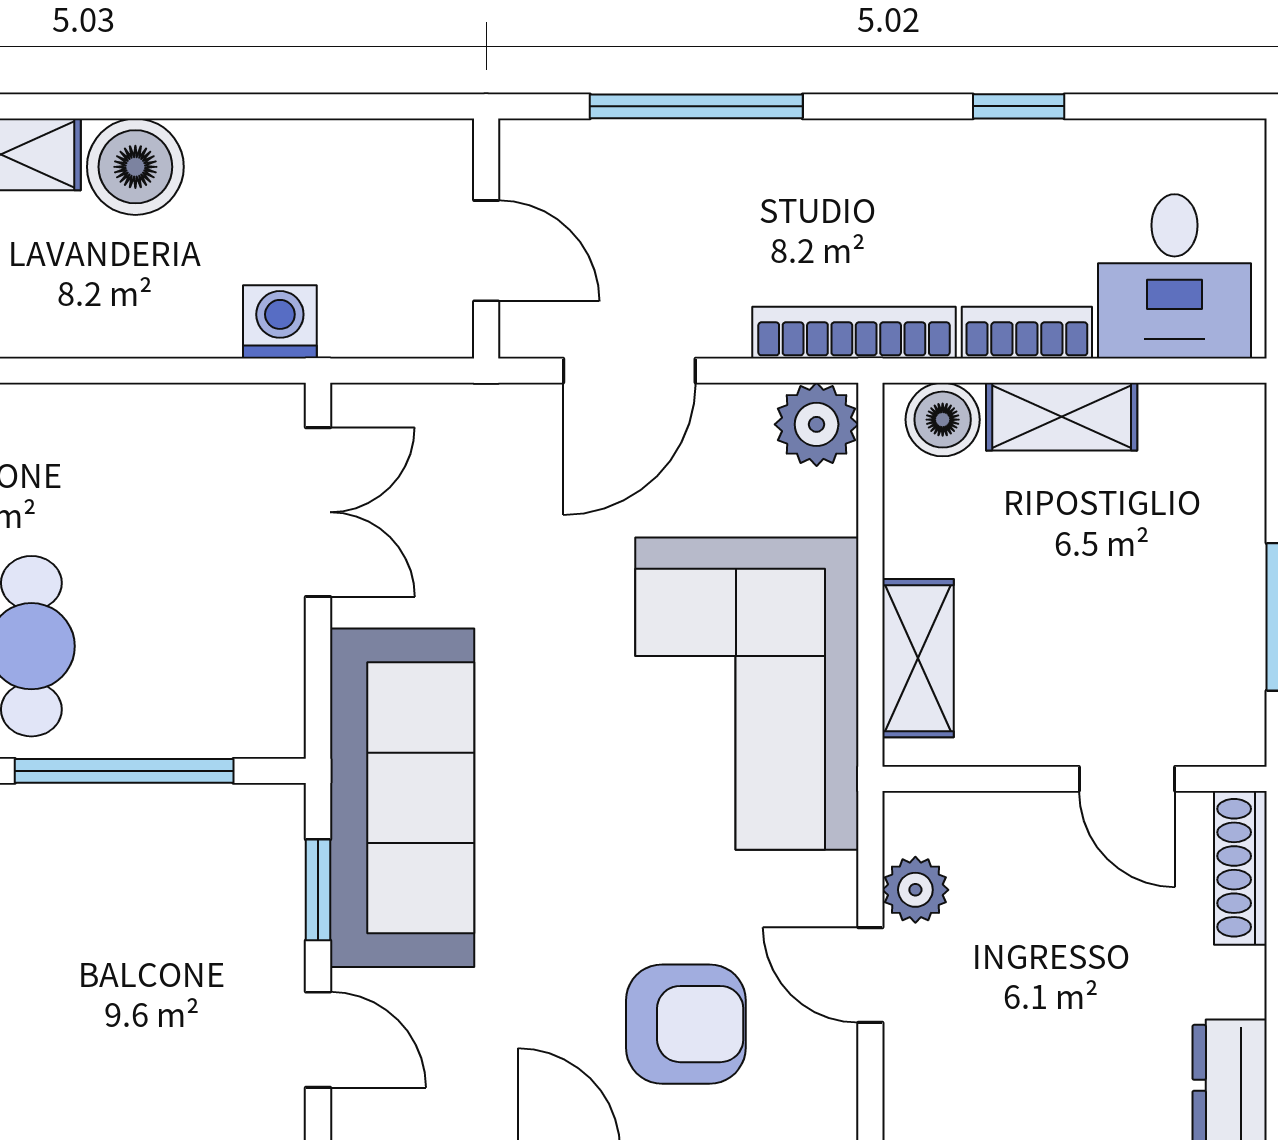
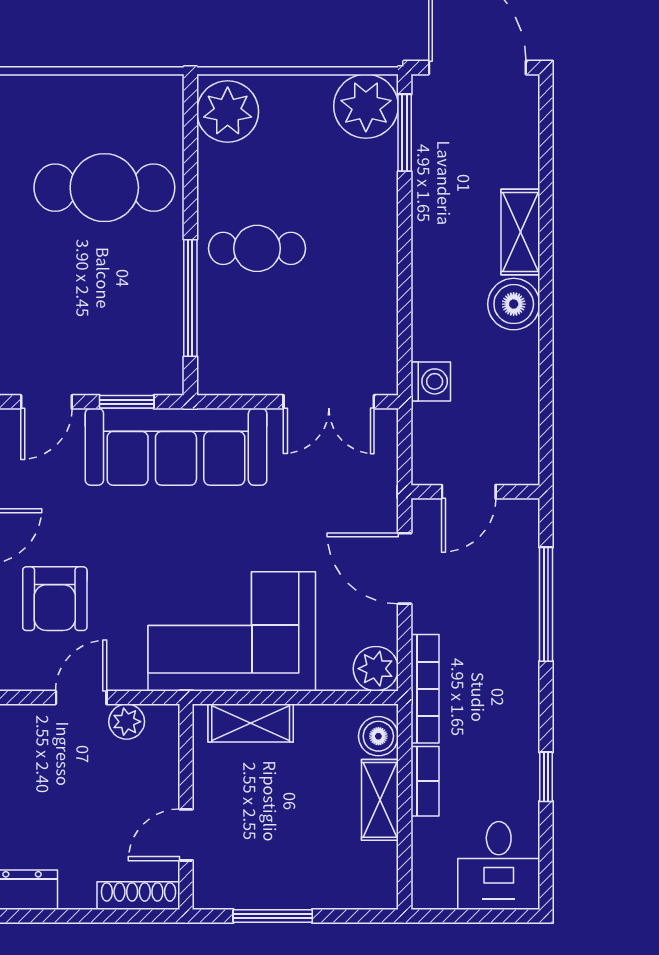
desk: (1174, 276) -> (499, 866), moved, turned -90

